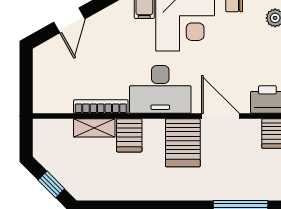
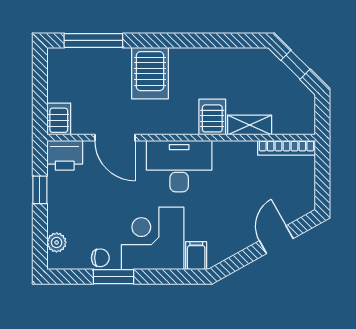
bookcase: (101, 107) -> (286, 148), moved
server rack: (183, 143) -> (150, 73), moved, turned 180

